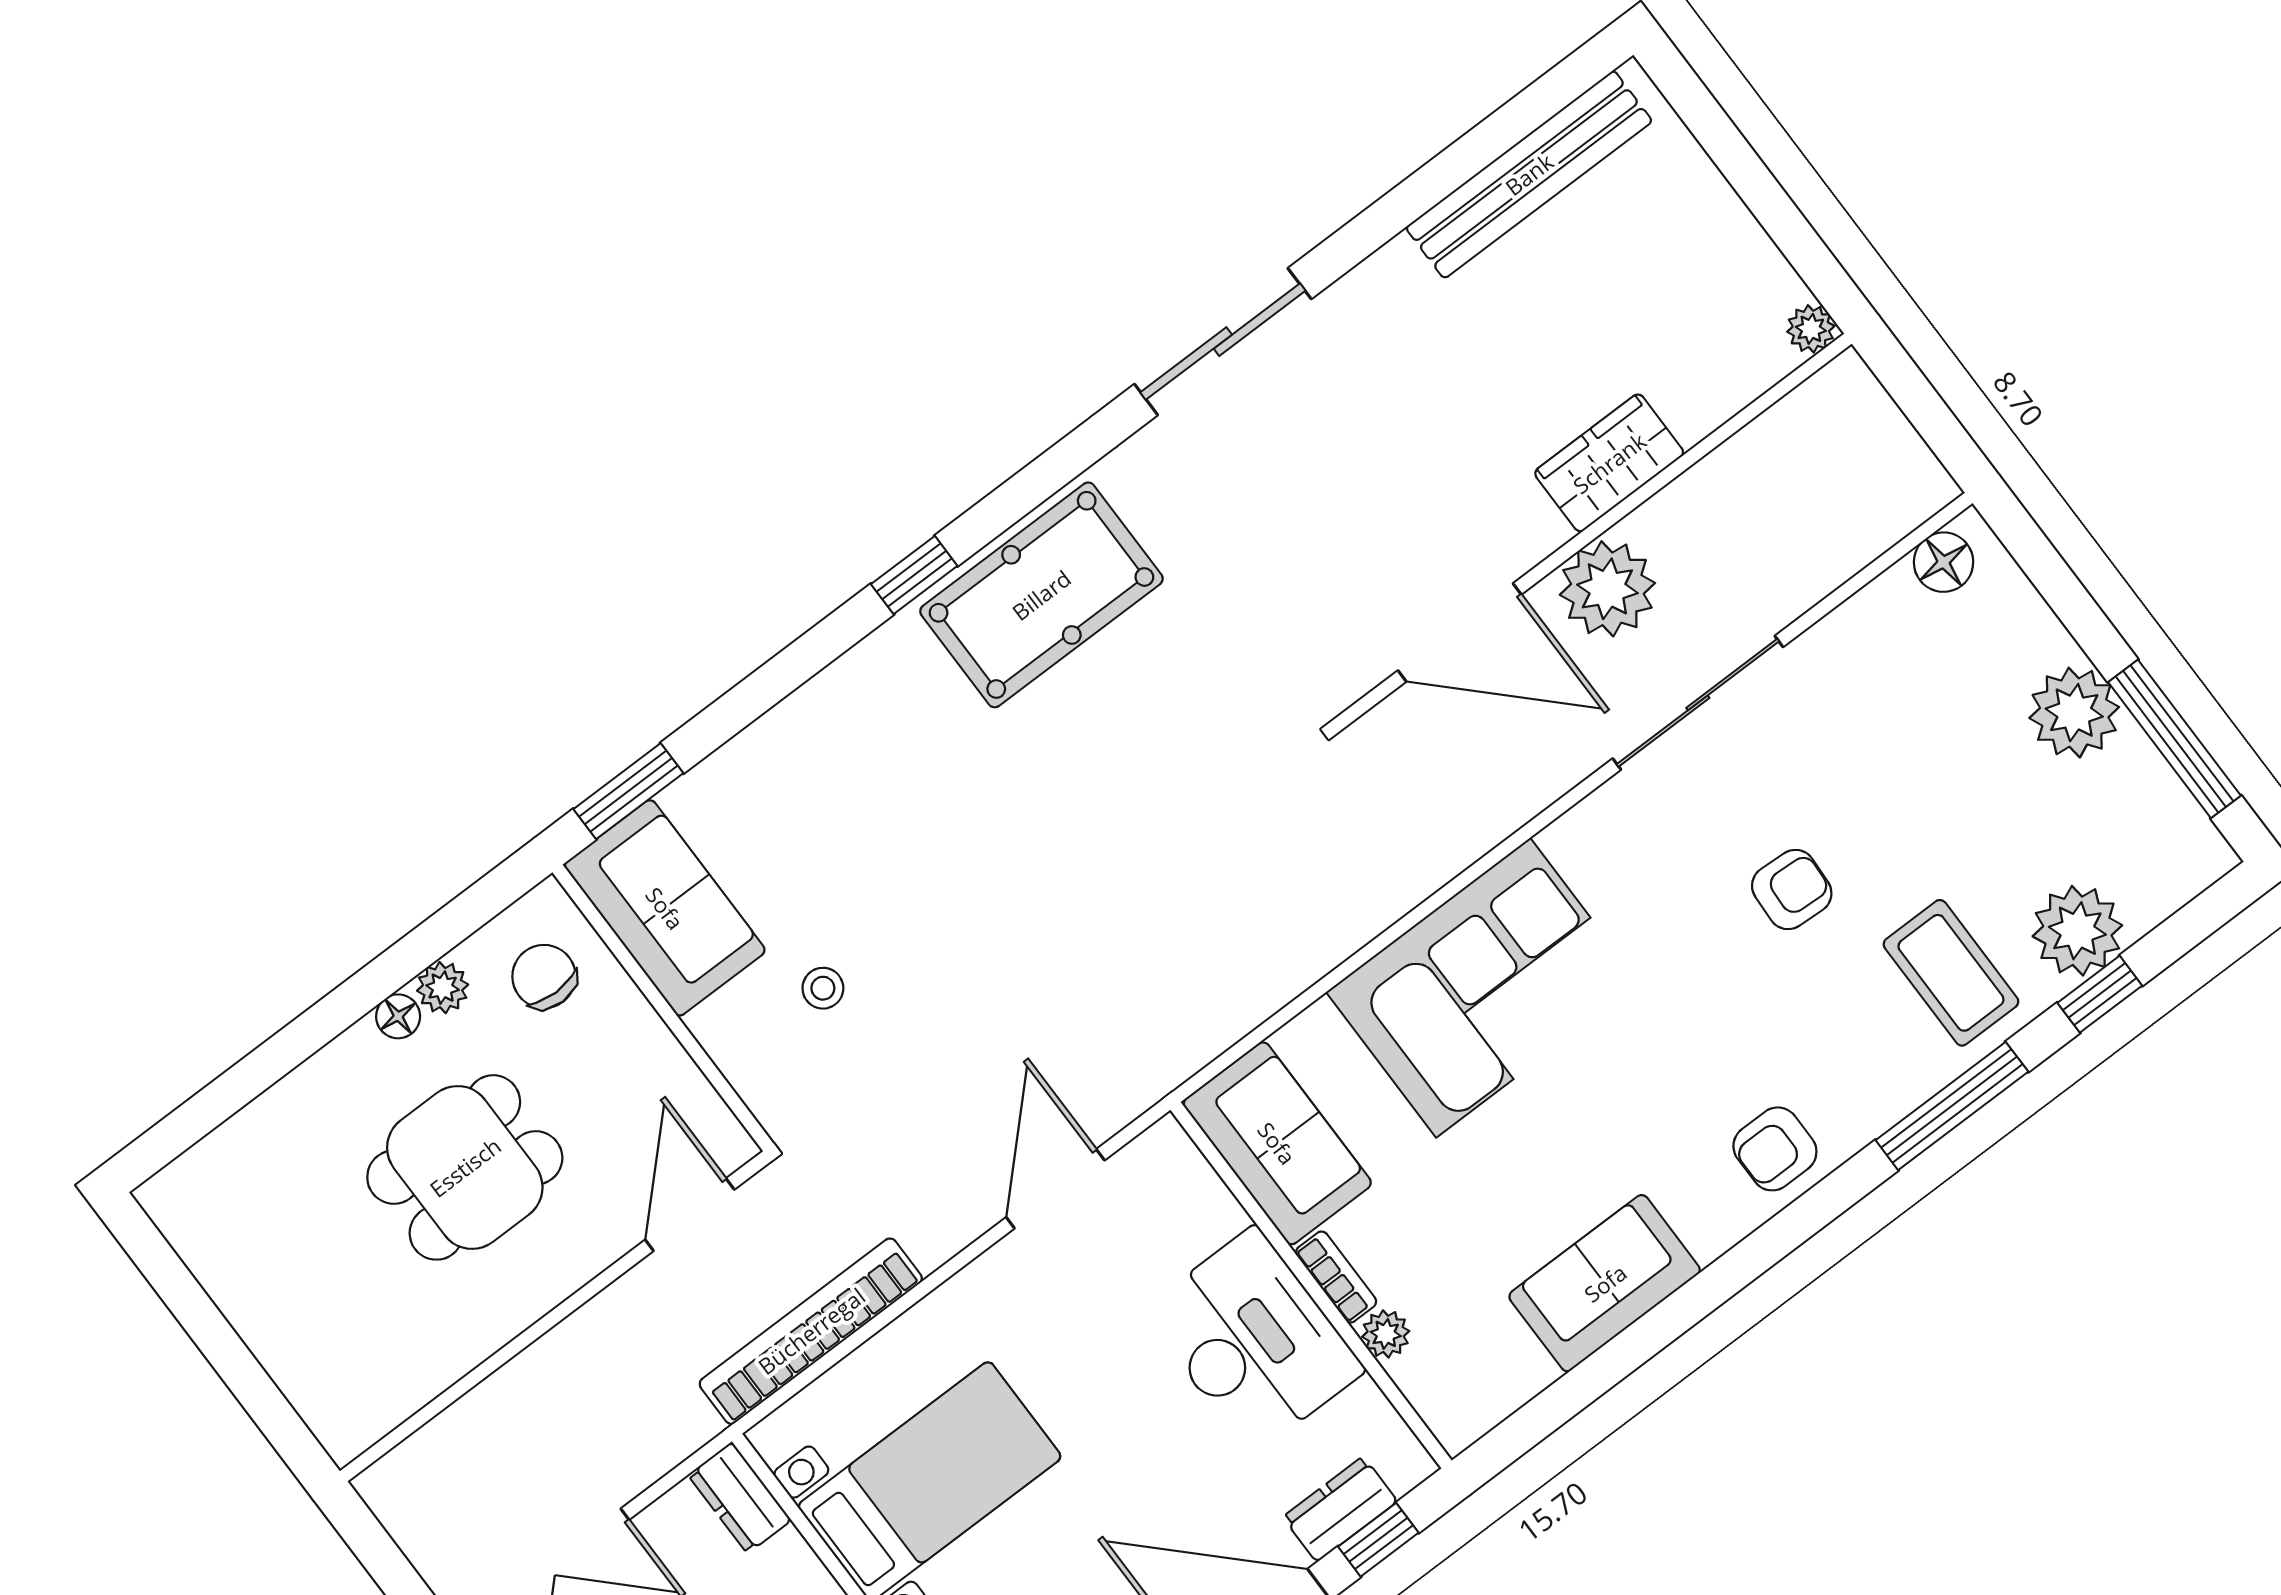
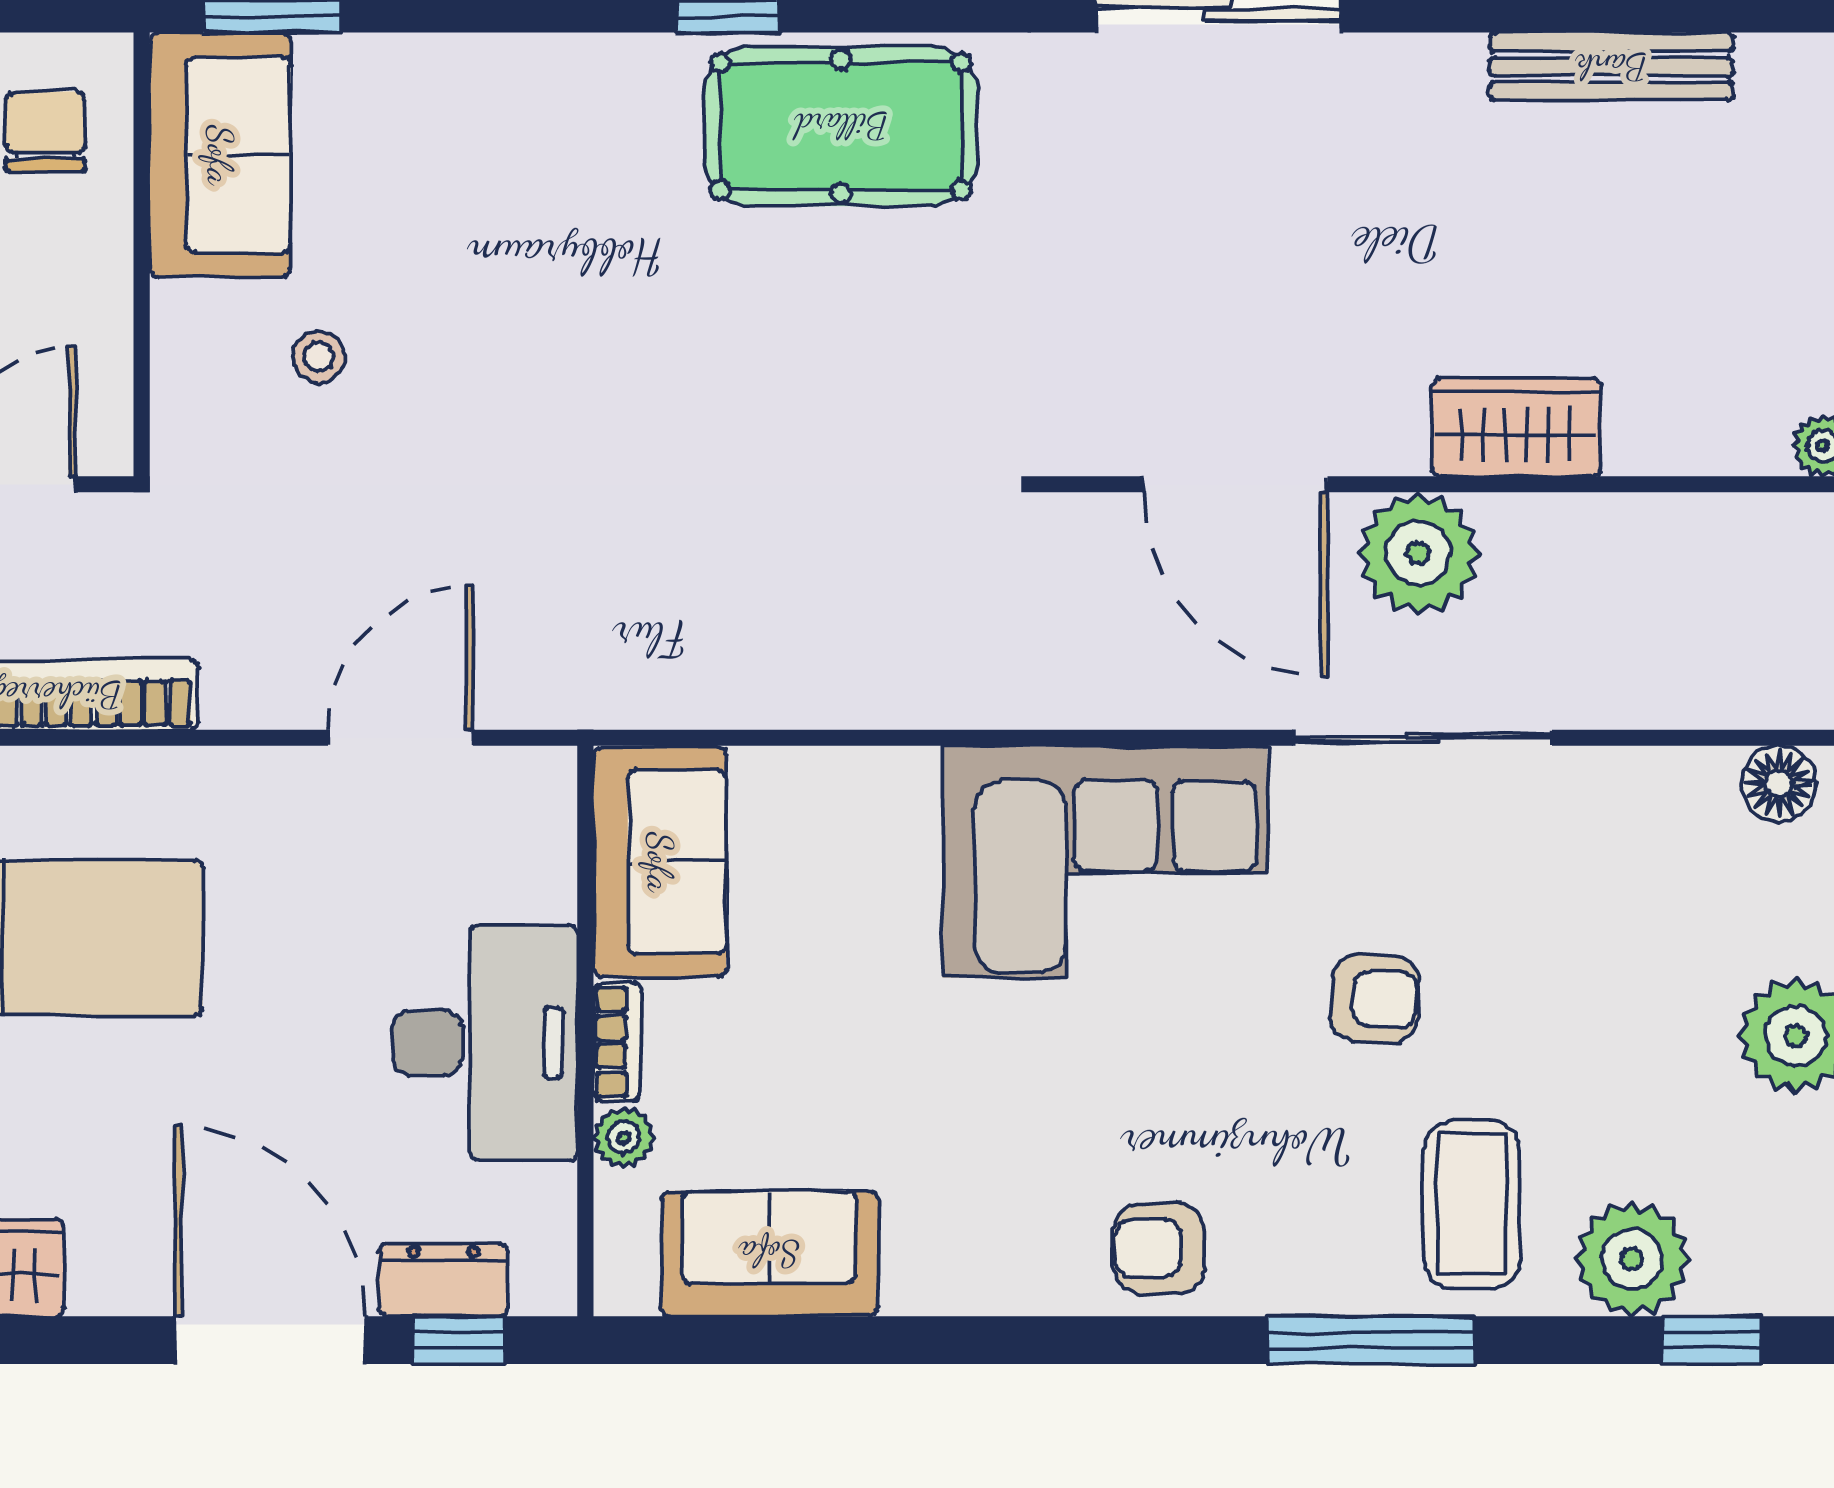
bench: (1529, 174) -> (1611, 67), width x0.73, depth x0.82
corner sofa: (1483, 988) -> (1105, 862), moved
window: (2100, 994) -> (1712, 1340), moved
sofa: (1605, 1283) -> (769, 1254), moved

